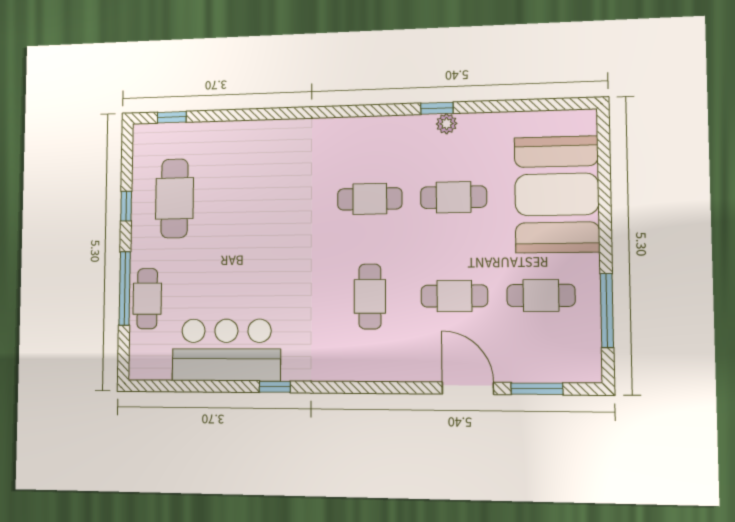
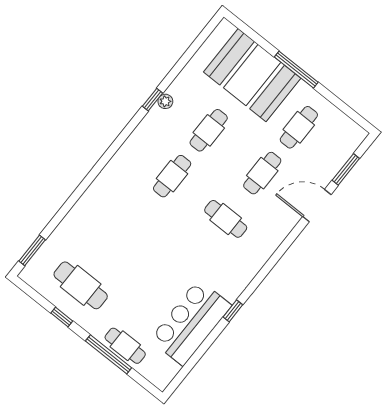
window: (172, 117) -> (32, 250), width x1.50
window: (607, 310) -> (296, 70), moved

